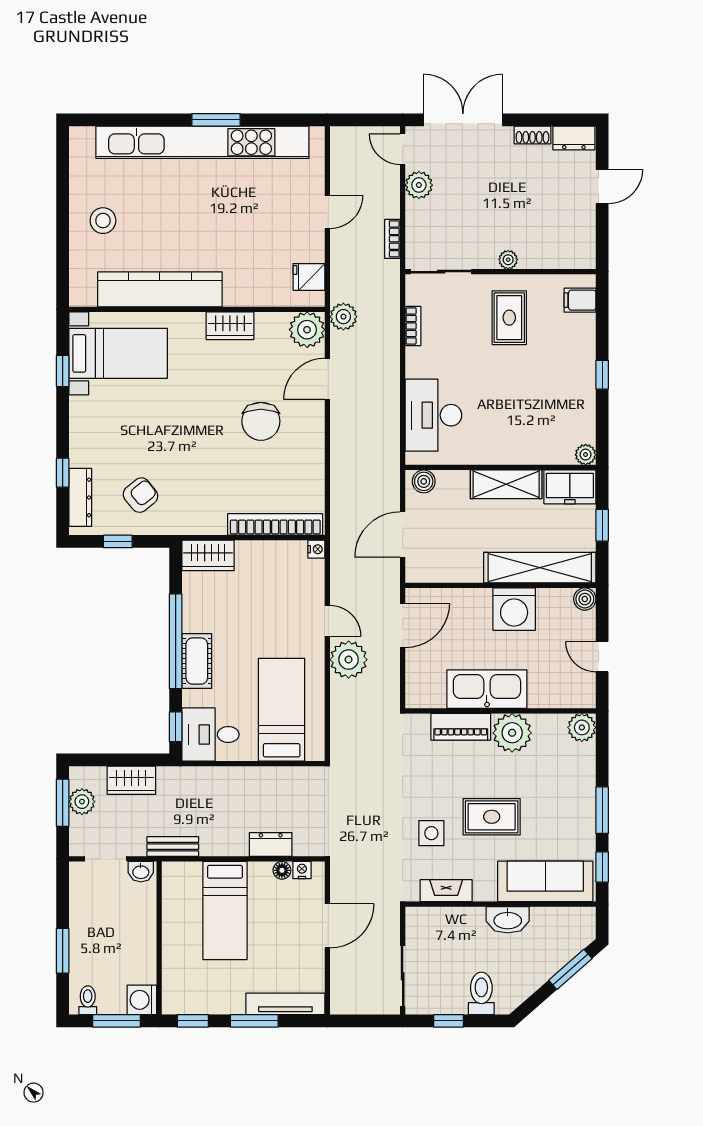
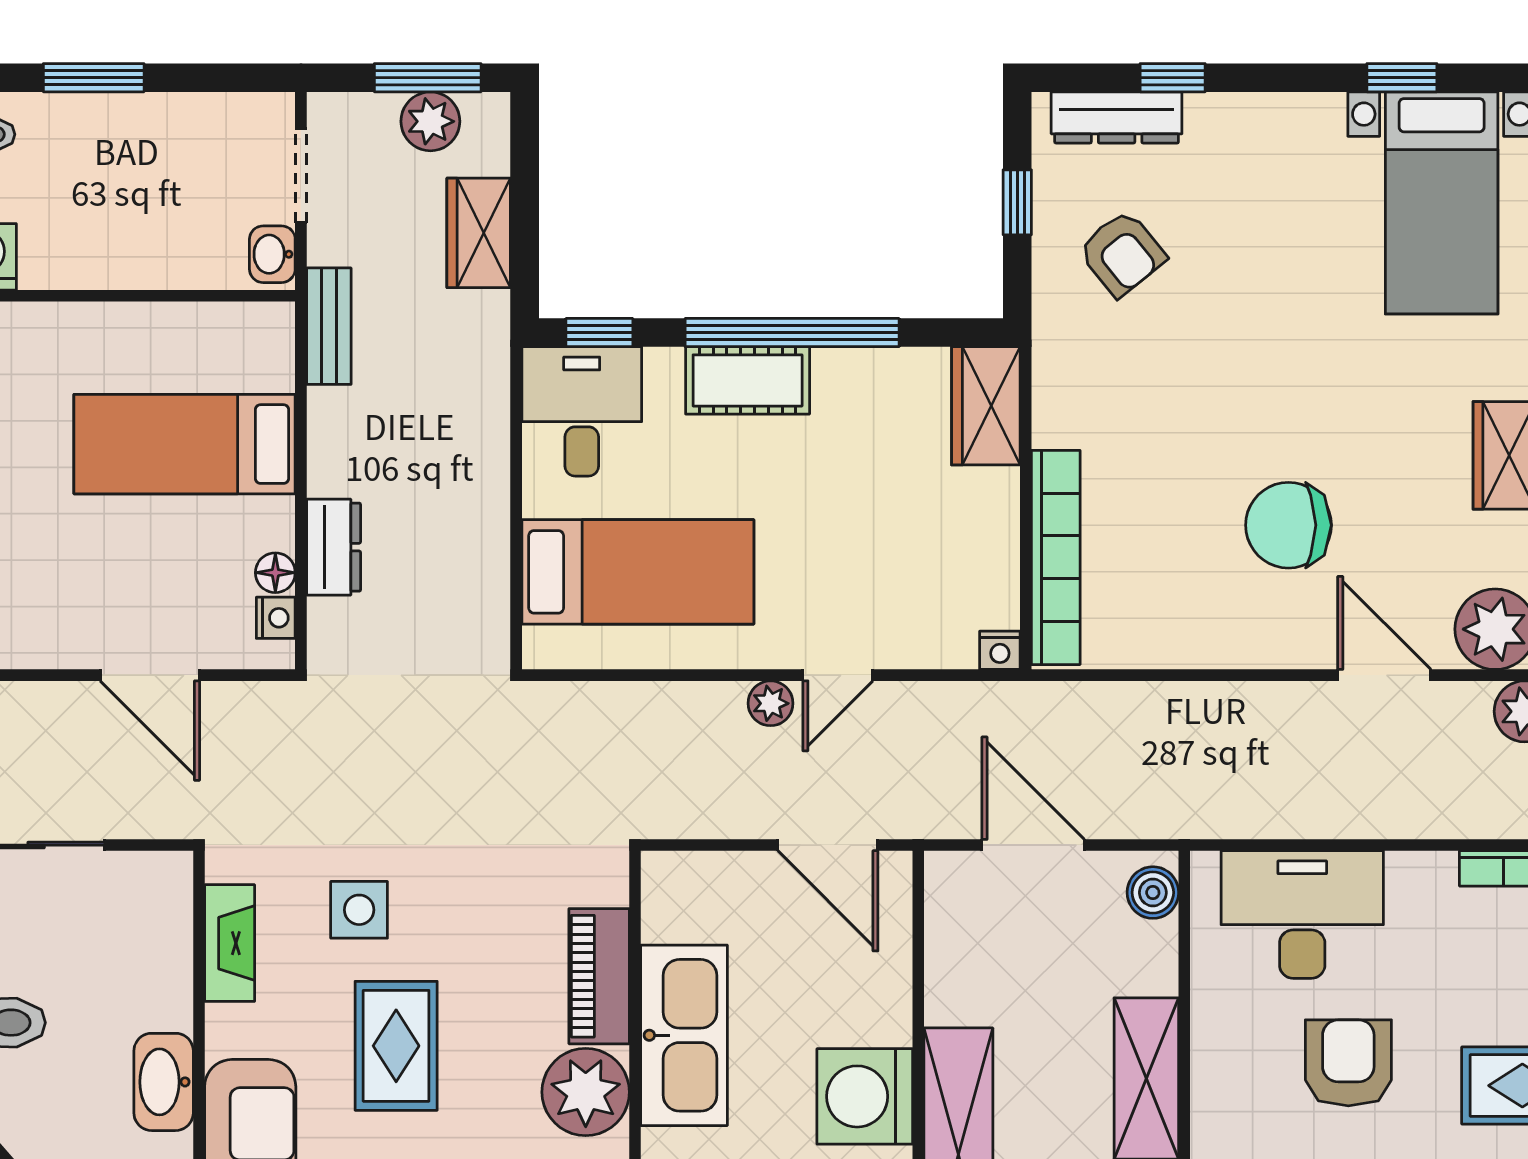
armchair: (499, 395) -> (1348, 1063), added
plant: (349, 660) -> (771, 703), width x0.53, depth x0.53

